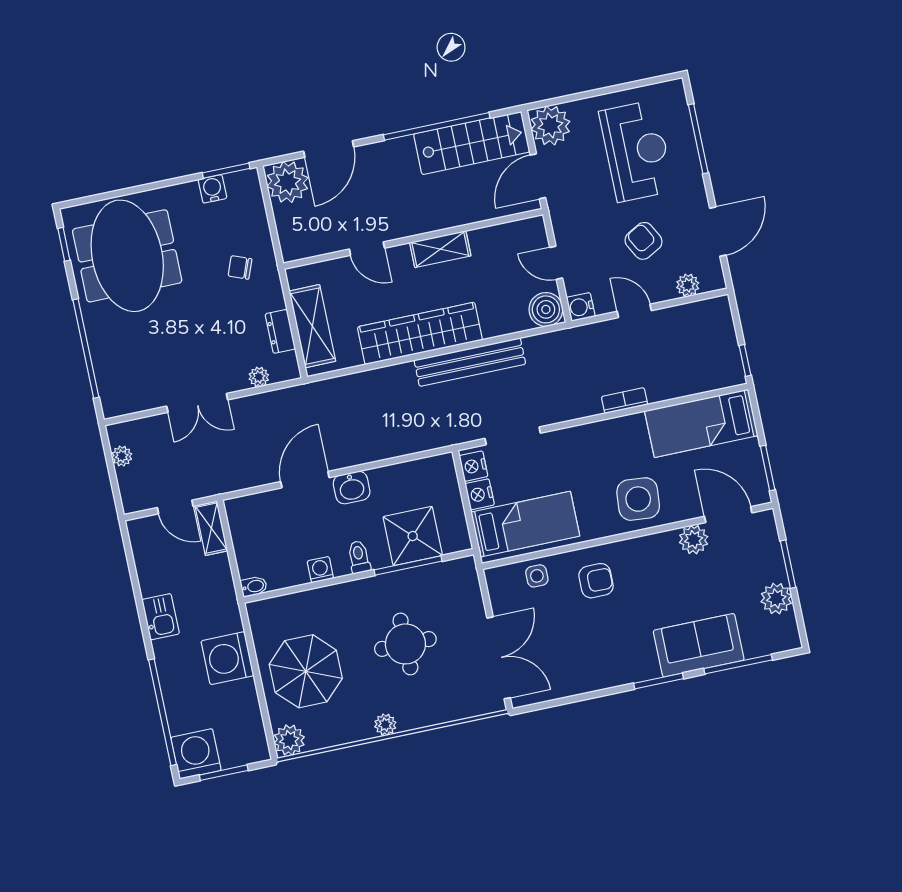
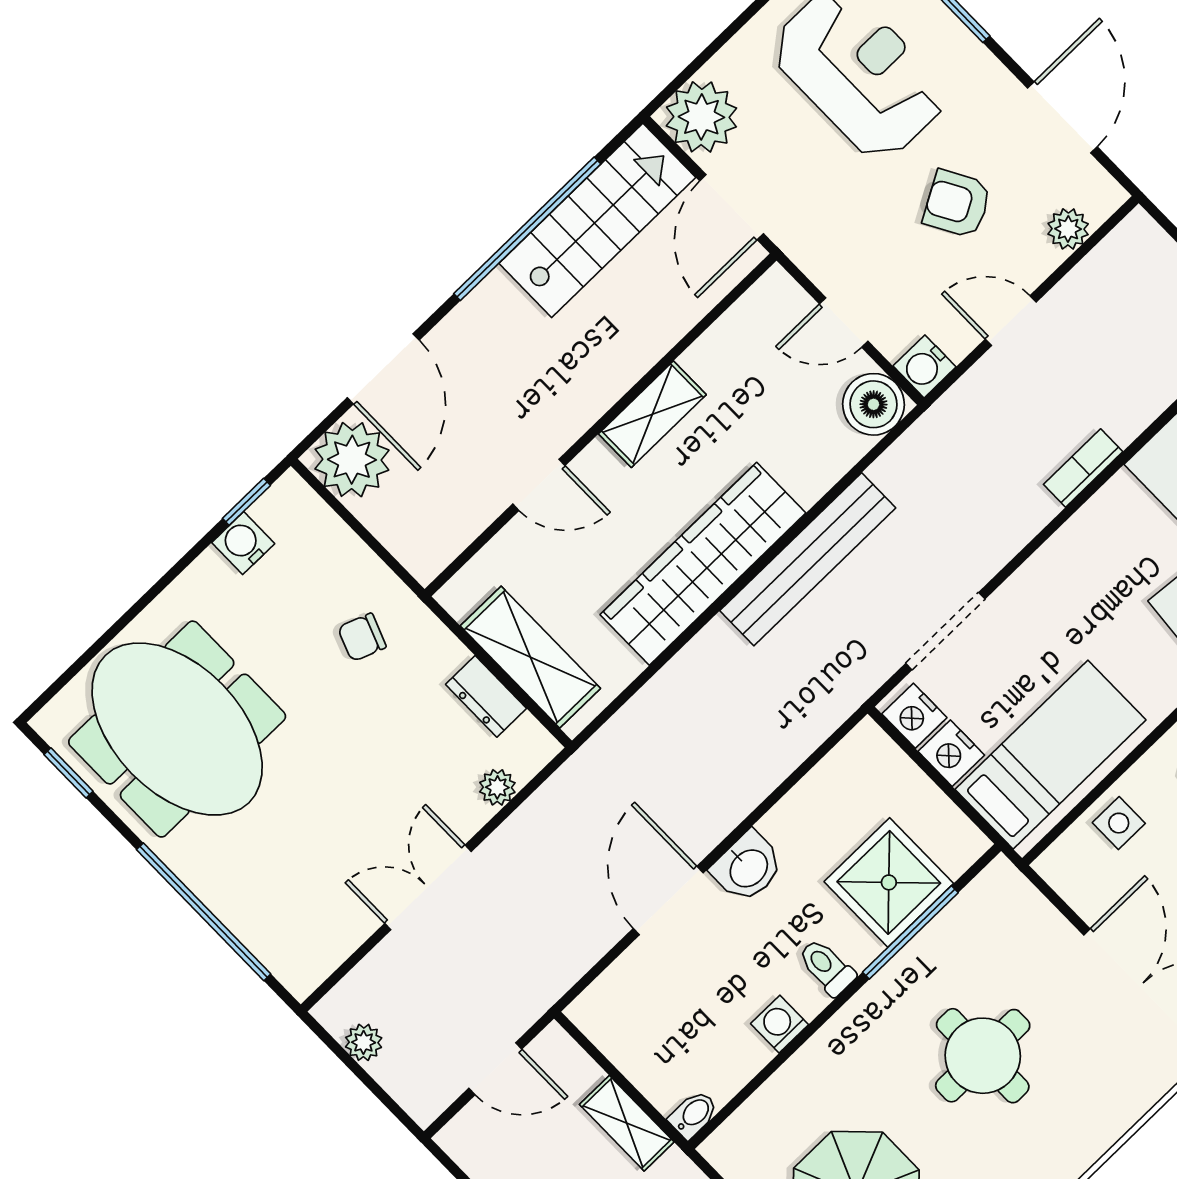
window: (226, 171) -> (246, 502), width x0.67
double door: (197, 403) -> (428, 887), swing flipped
shelving: (211, 528) -> (627, 1123), moved

